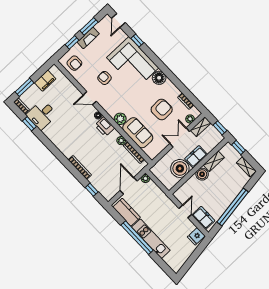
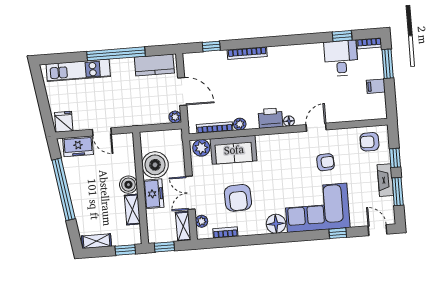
filing cabinet: (45, 81) -> (376, 86), width x0.50
plant: (120, 119) -> (201, 148), moved
double door: (180, 137) -> (190, 193), swing flipped
kitchen unit: (151, 239) -> (78, 70), moved

